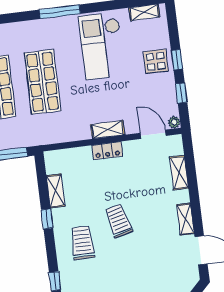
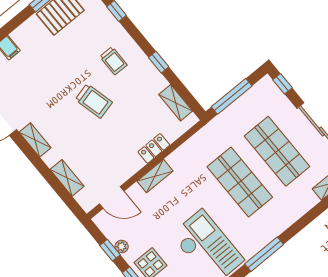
plant: (174, 122) -> (122, 247), moved
locker: (107, 151) -> (154, 148), moved
shelving: (56, 191) -> (176, 103), moved
trolley: (83, 243) -> (113, 61), width x0.73, depth x0.72

